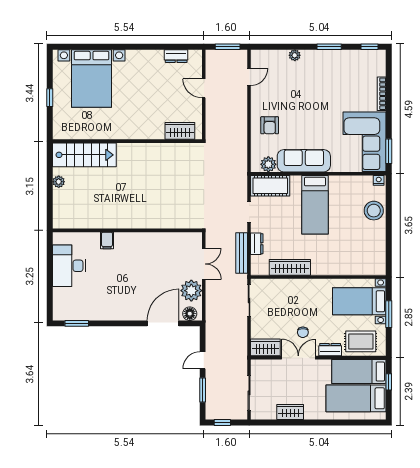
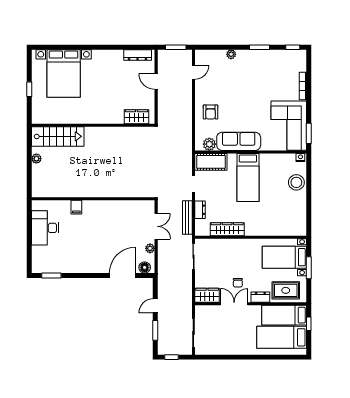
dresser: (176, 56) -> (138, 55), width x1.44
plant: (191, 291) -> (150, 248), width x0.53, depth x0.53
wardrobe: (290, 412) -> (227, 349), removed

